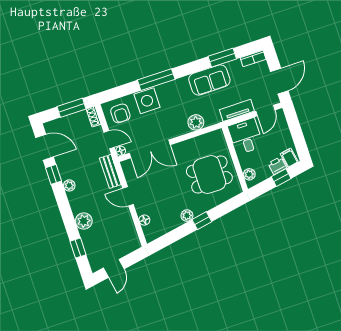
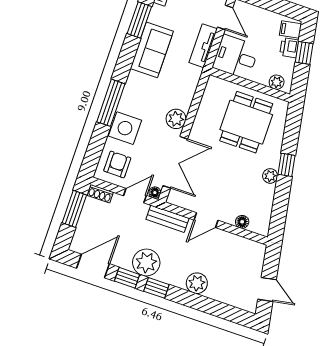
armchair: (120, 113) -> (117, 164), turned -90
plant: (196, 122) -> (176, 119), moved
plant: (69, 185) -> (146, 263), width x1.87, depth x1.87
window: (78, 248) -> (156, 288), moved

